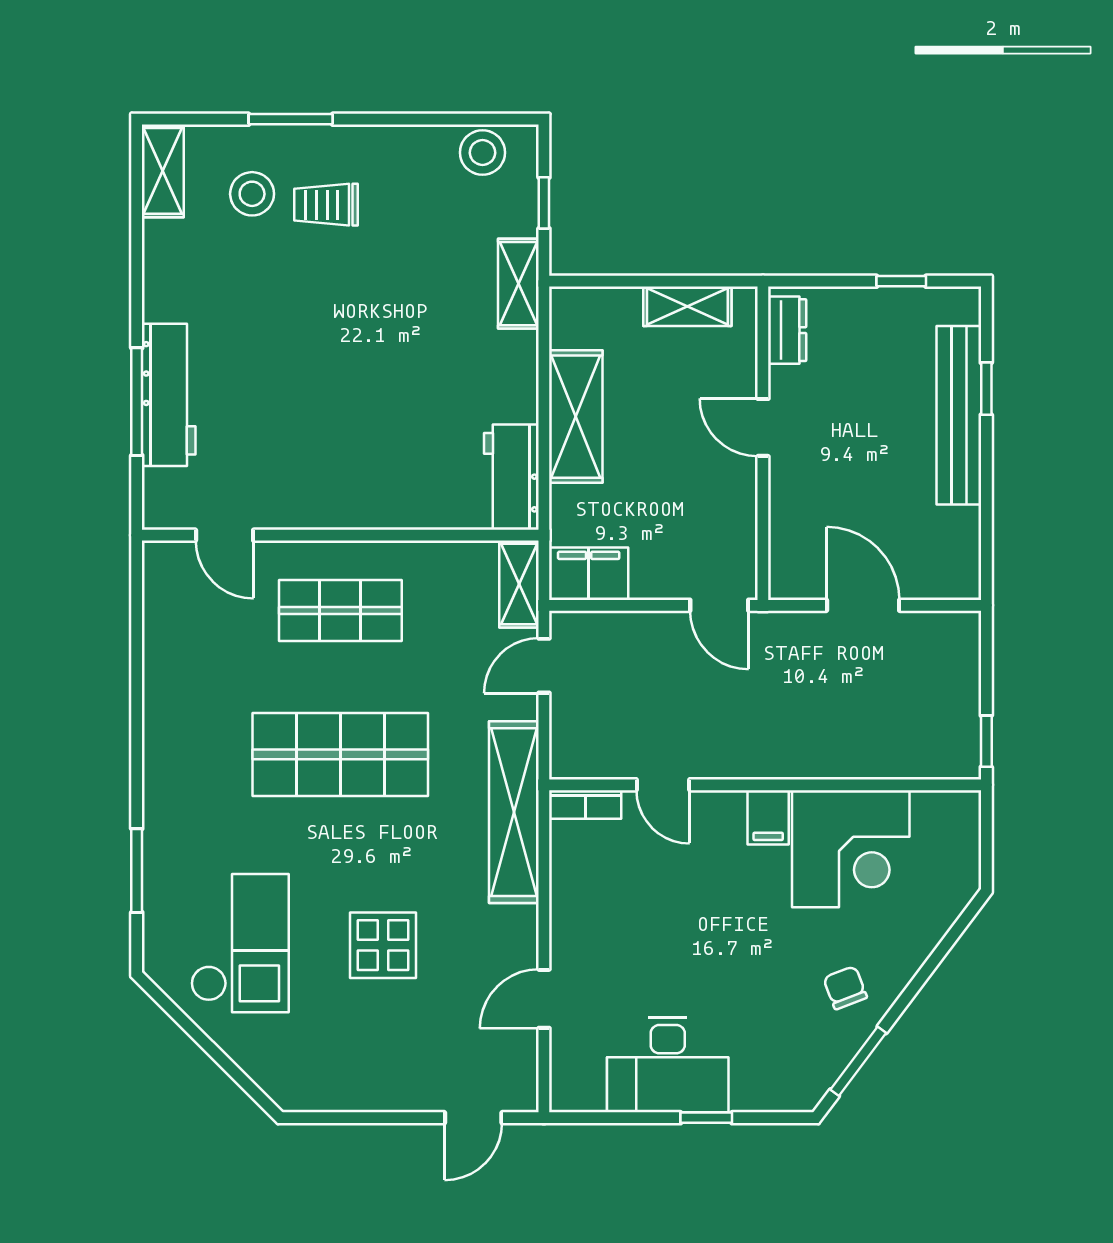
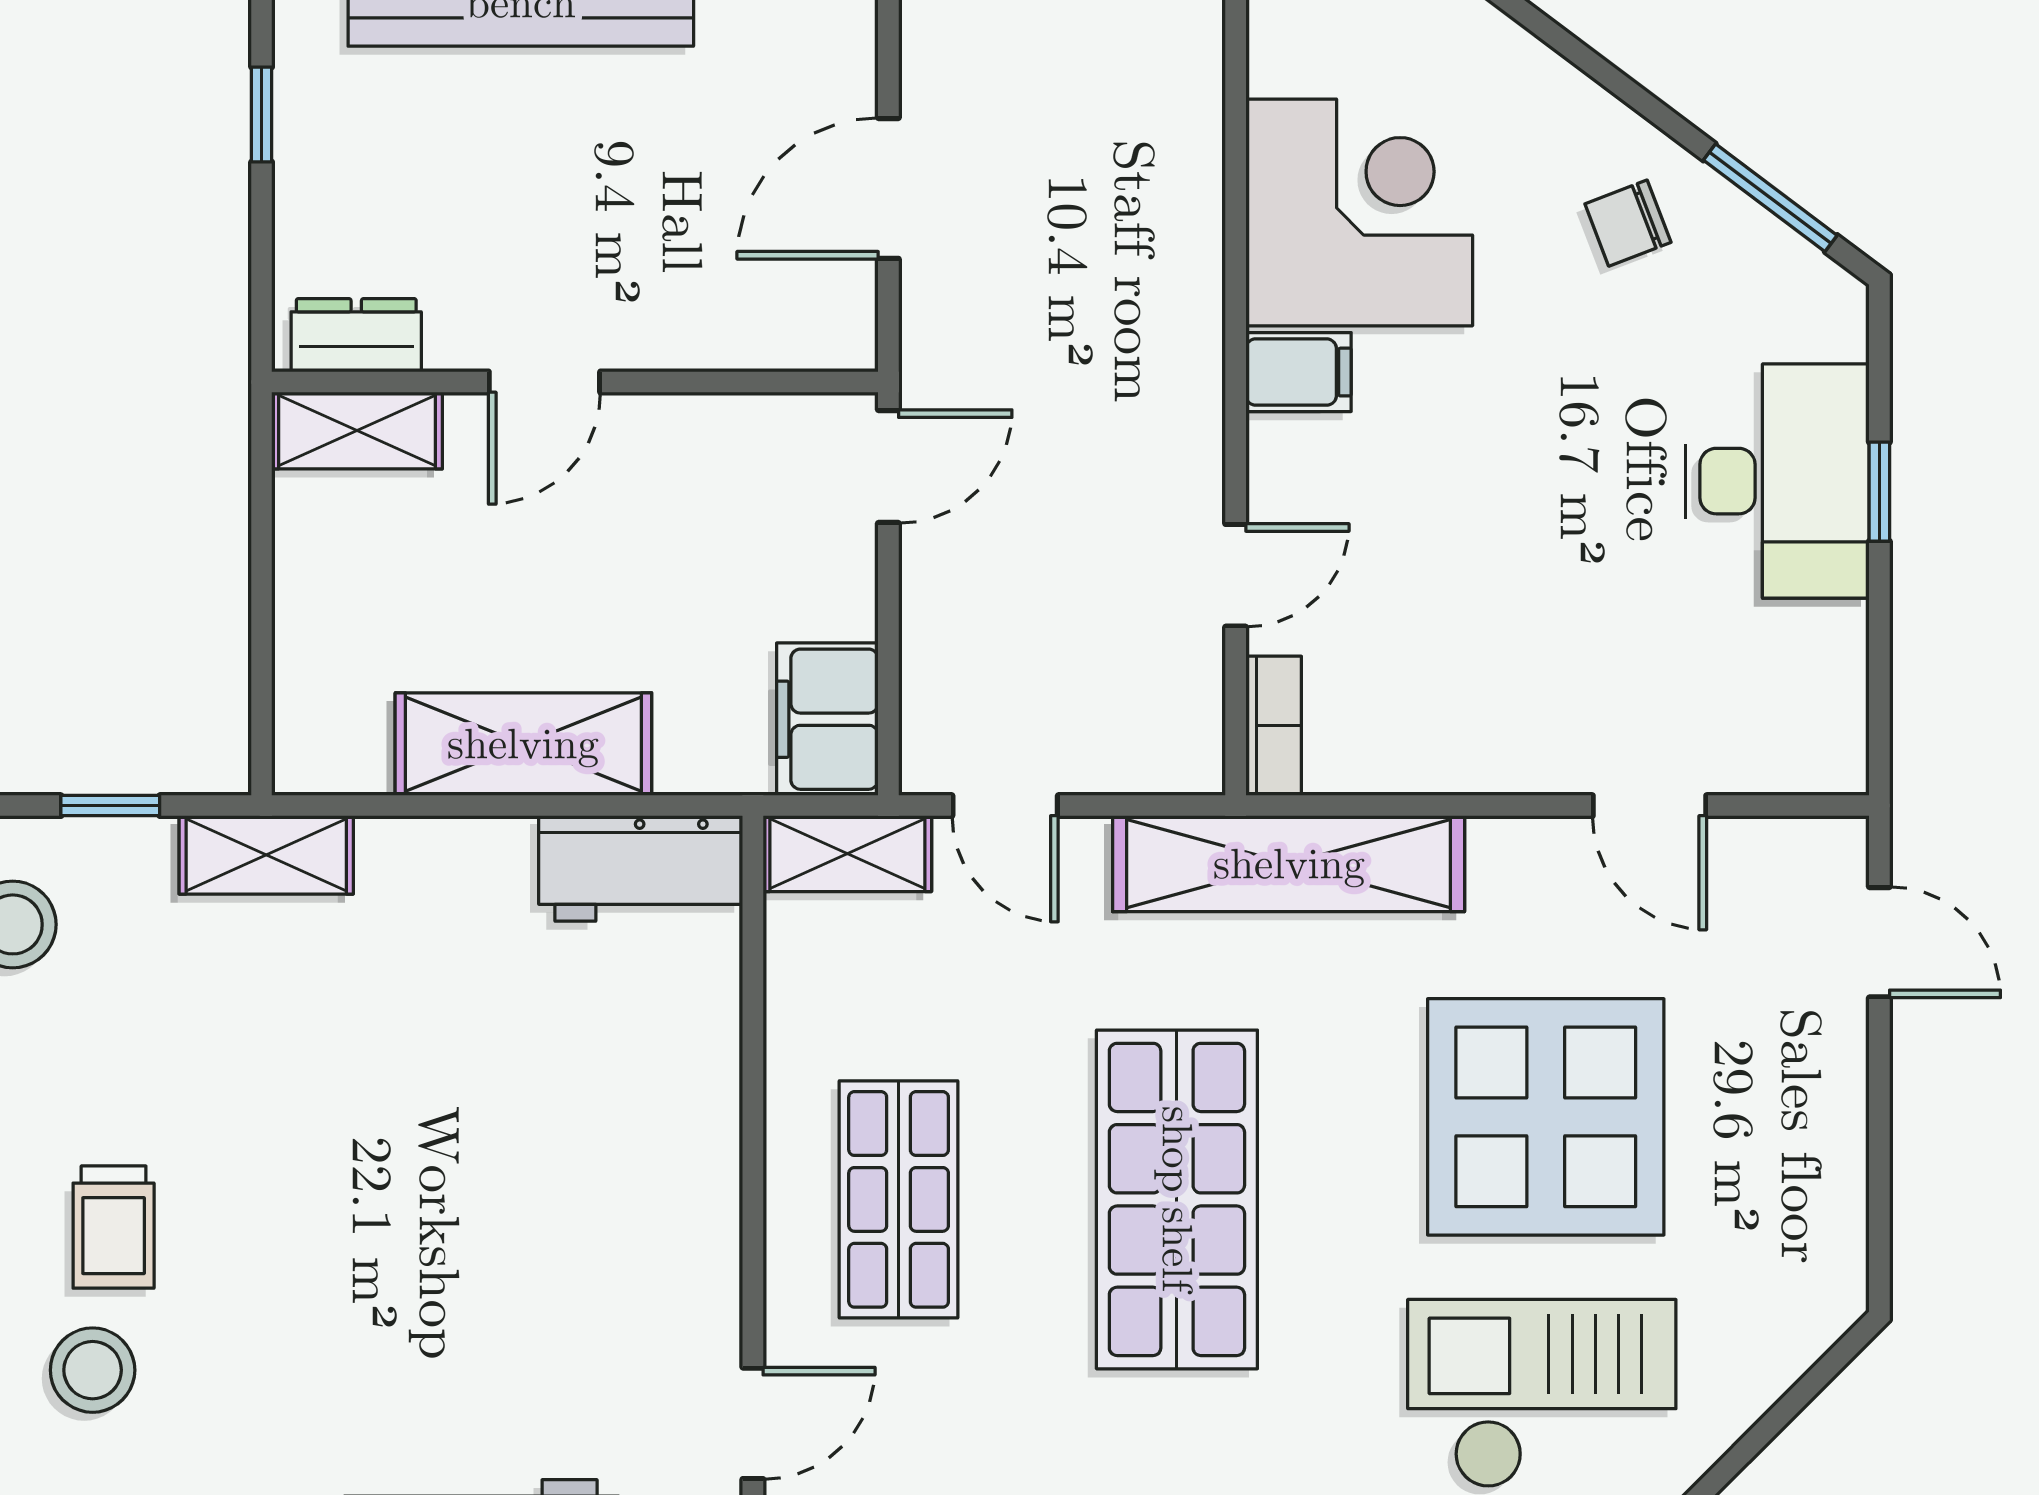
shelving: (687, 306) -> (357, 431), moved, turned 90
display table: (383, 945) -> (1546, 1117), width x1.86, depth x1.86
desk: (668, 1065) -> (1777, 481), moved

